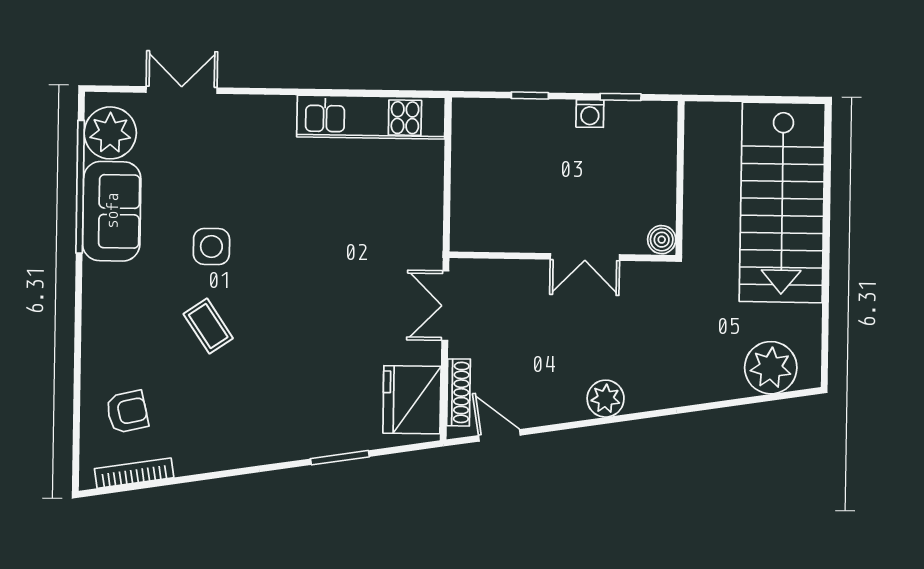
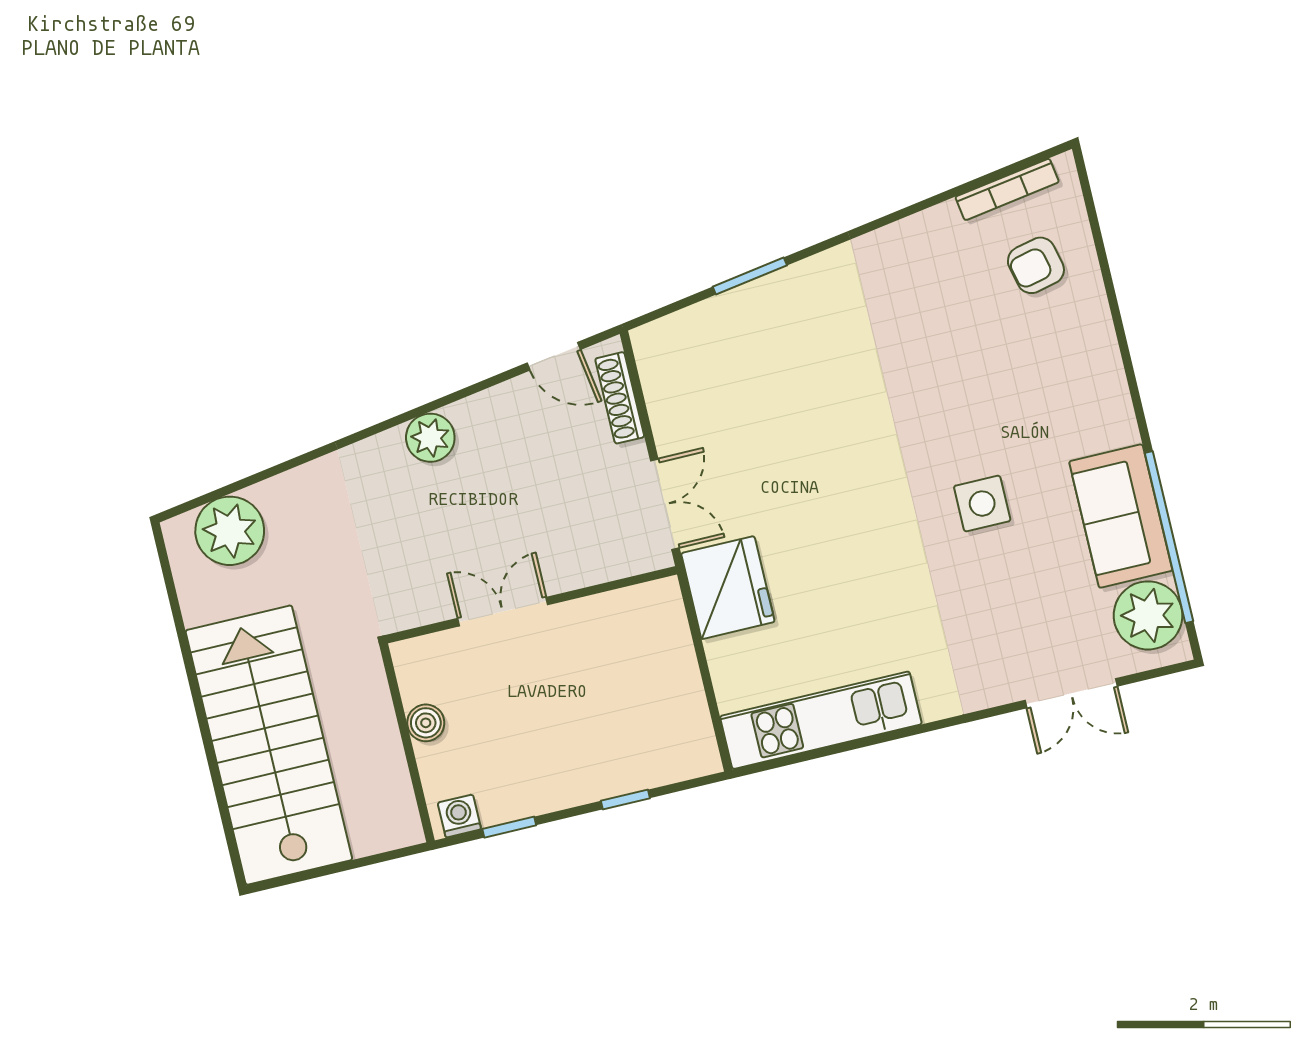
washing machine: (590, 113) -> (459, 816), moved
boiler: (662, 240) -> (426, 723), moved
coffee table: (208, 326) -> (960, 401), removed
fridge: (412, 400) -> (728, 588), moved

